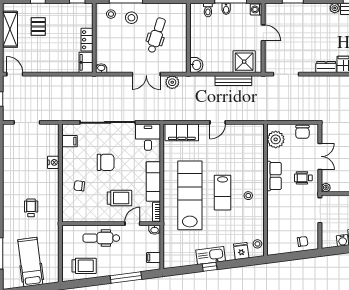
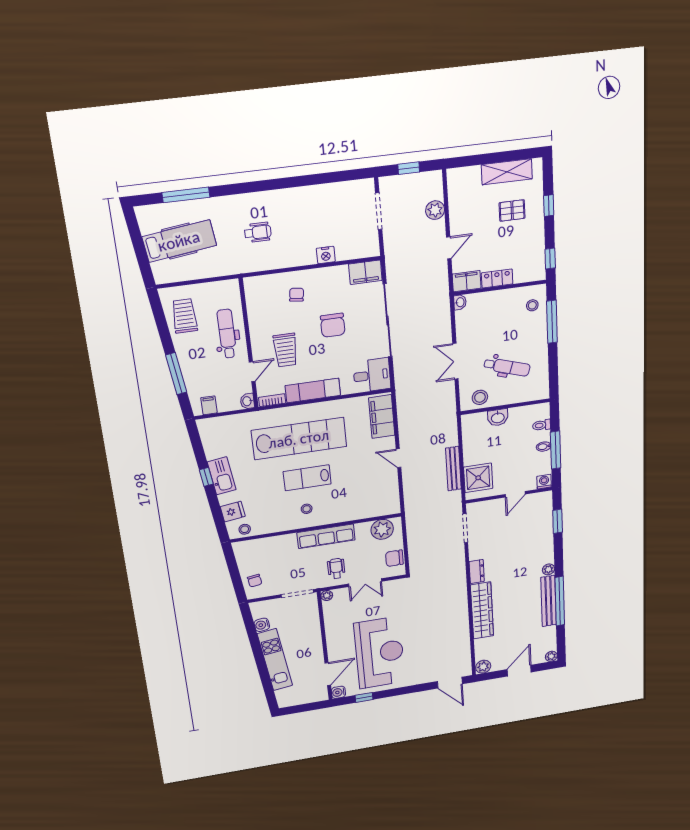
stool: (131, 18) -> (480, 397), moved
washbasin: (196, 65) -> (498, 417), moved
door: (15, 74) -> (449, 248), moved
plant: (172, 82) -> (435, 210), moved
filing cabinet: (70, 141) -> (365, 272), width x2.00
row of seats: (274, 176) -> (326, 536), width x1.48
door: (132, 224) -> (252, 372), hinge flipped
trolley: (84, 266) -> (184, 316), turned 180

